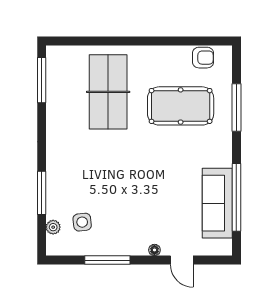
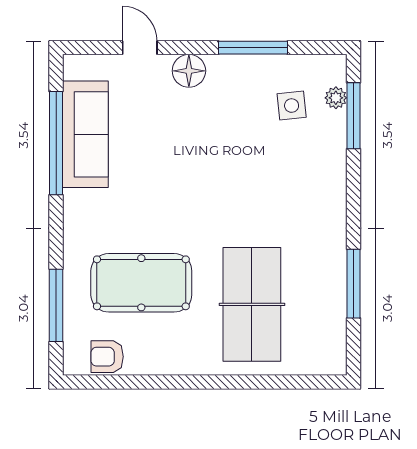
window: (42, 80) -> (353, 284), moved
window: (236, 108) -> (56, 305), moved
window: (42, 193) -> (353, 116), moved
floor lamp: (154, 250) -> (189, 71), width x1.89, depth x1.89

